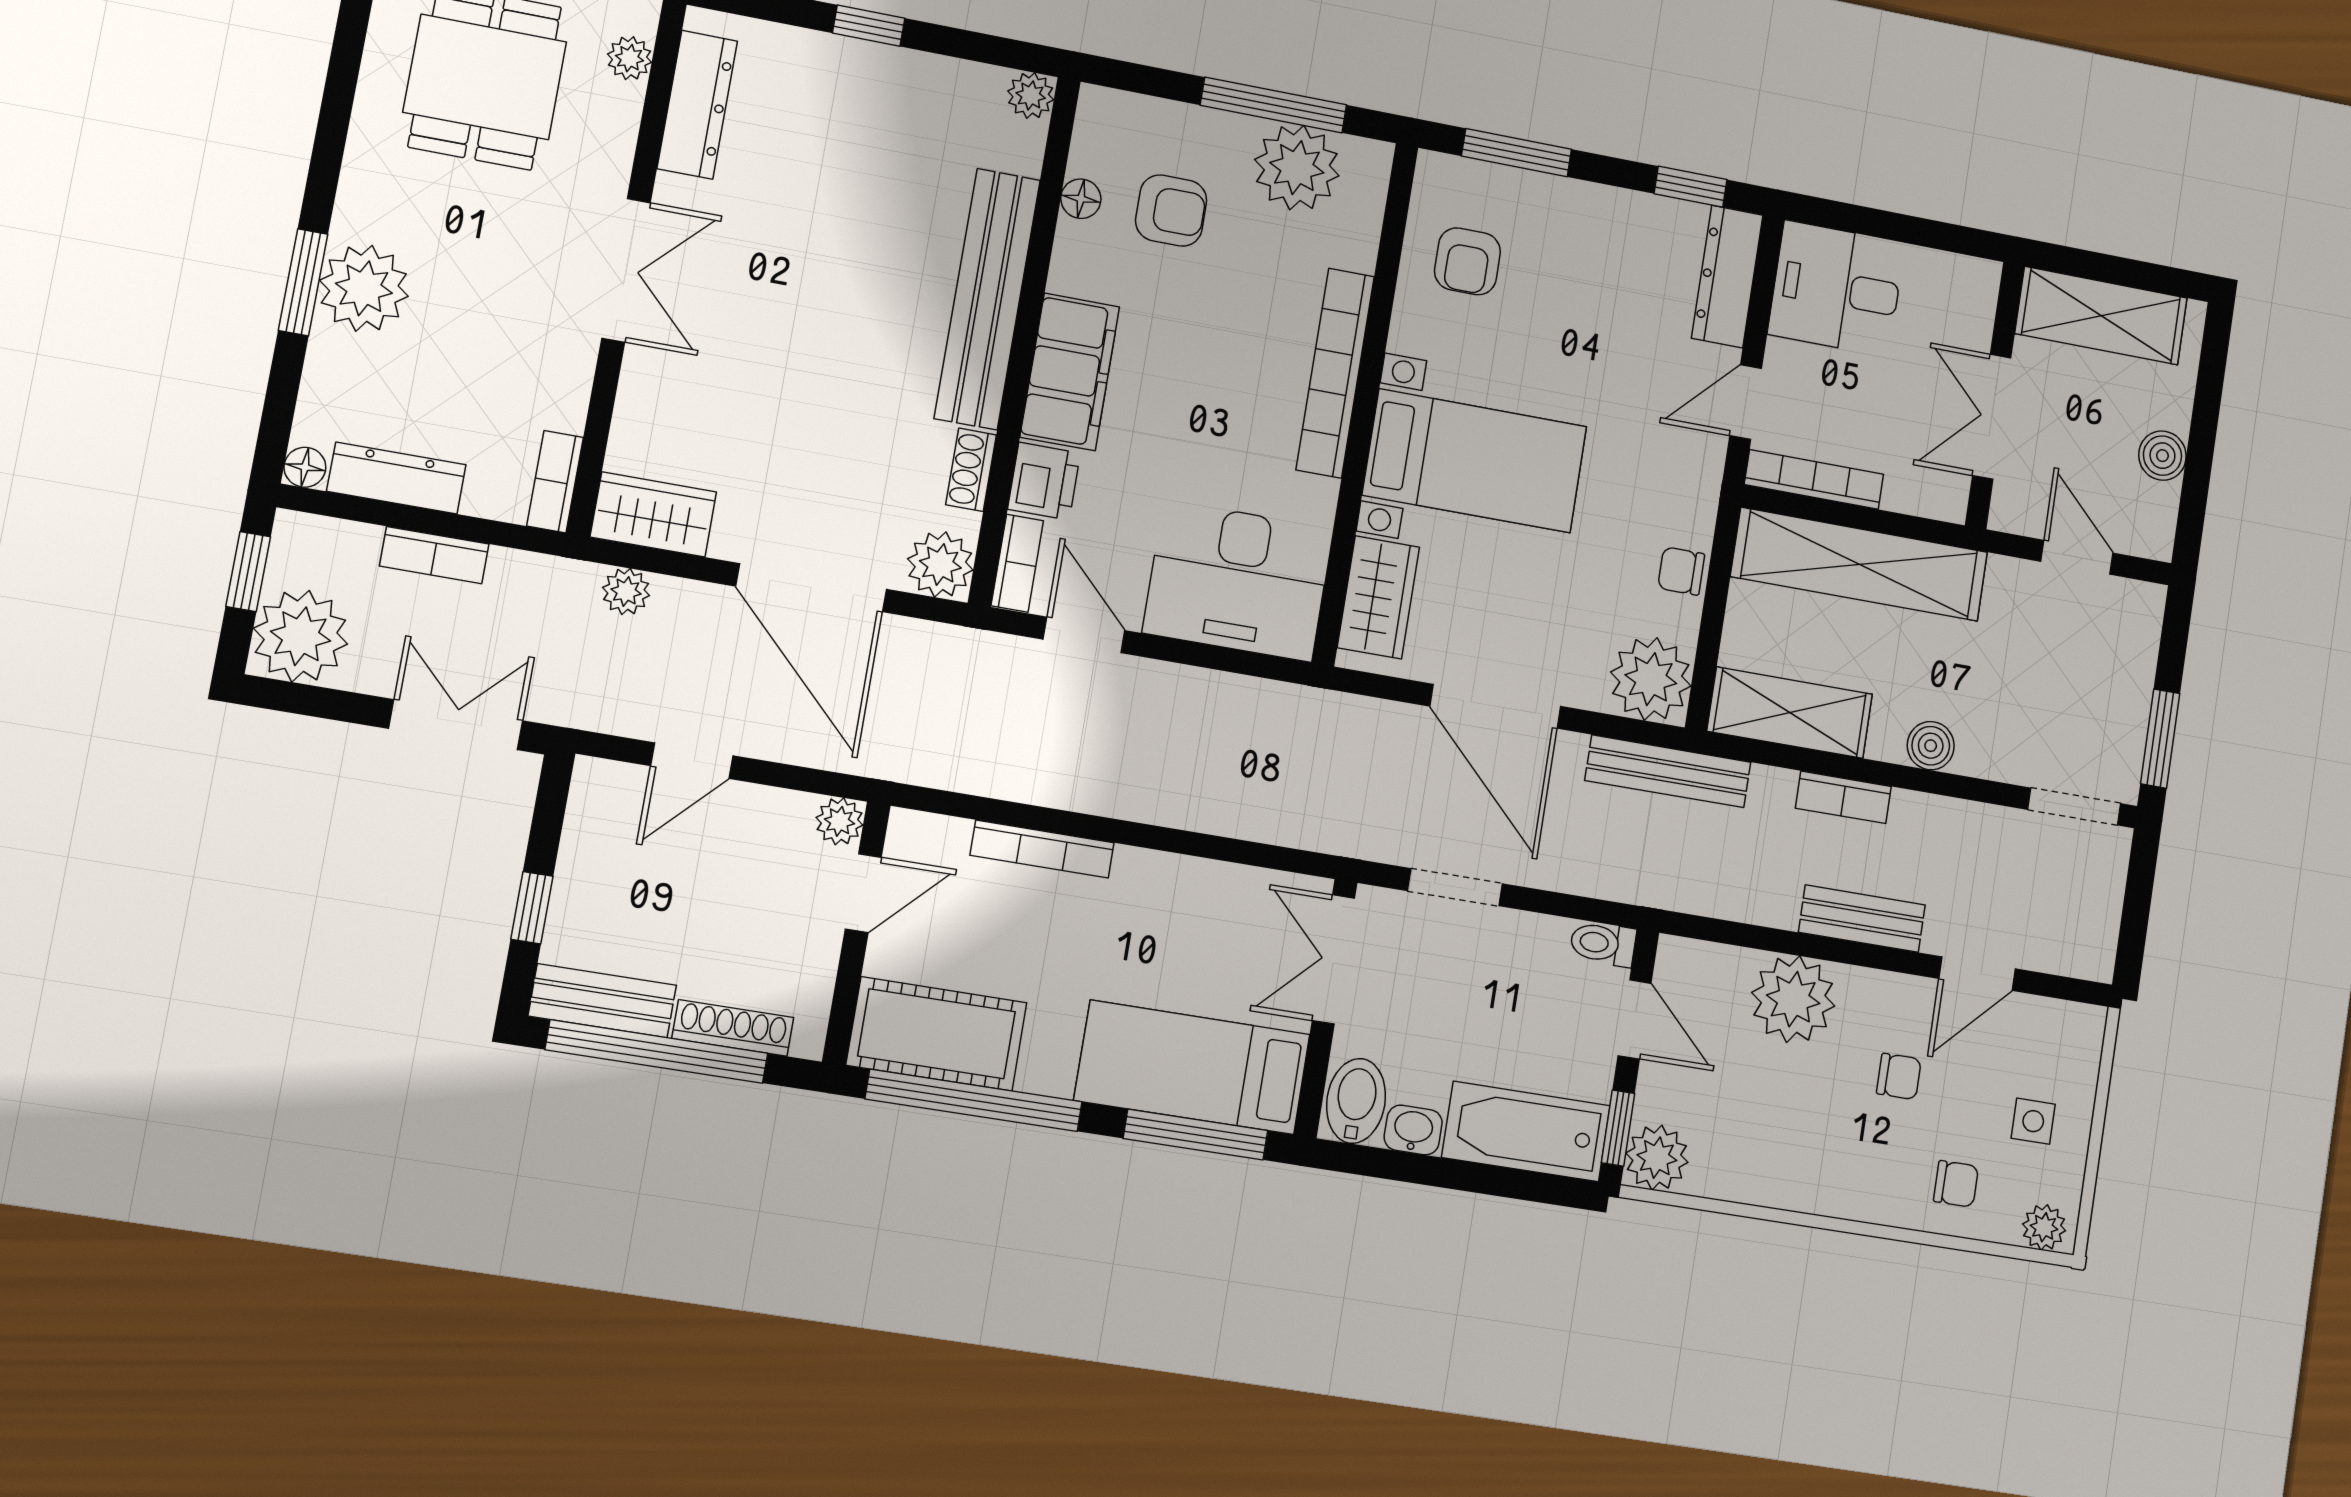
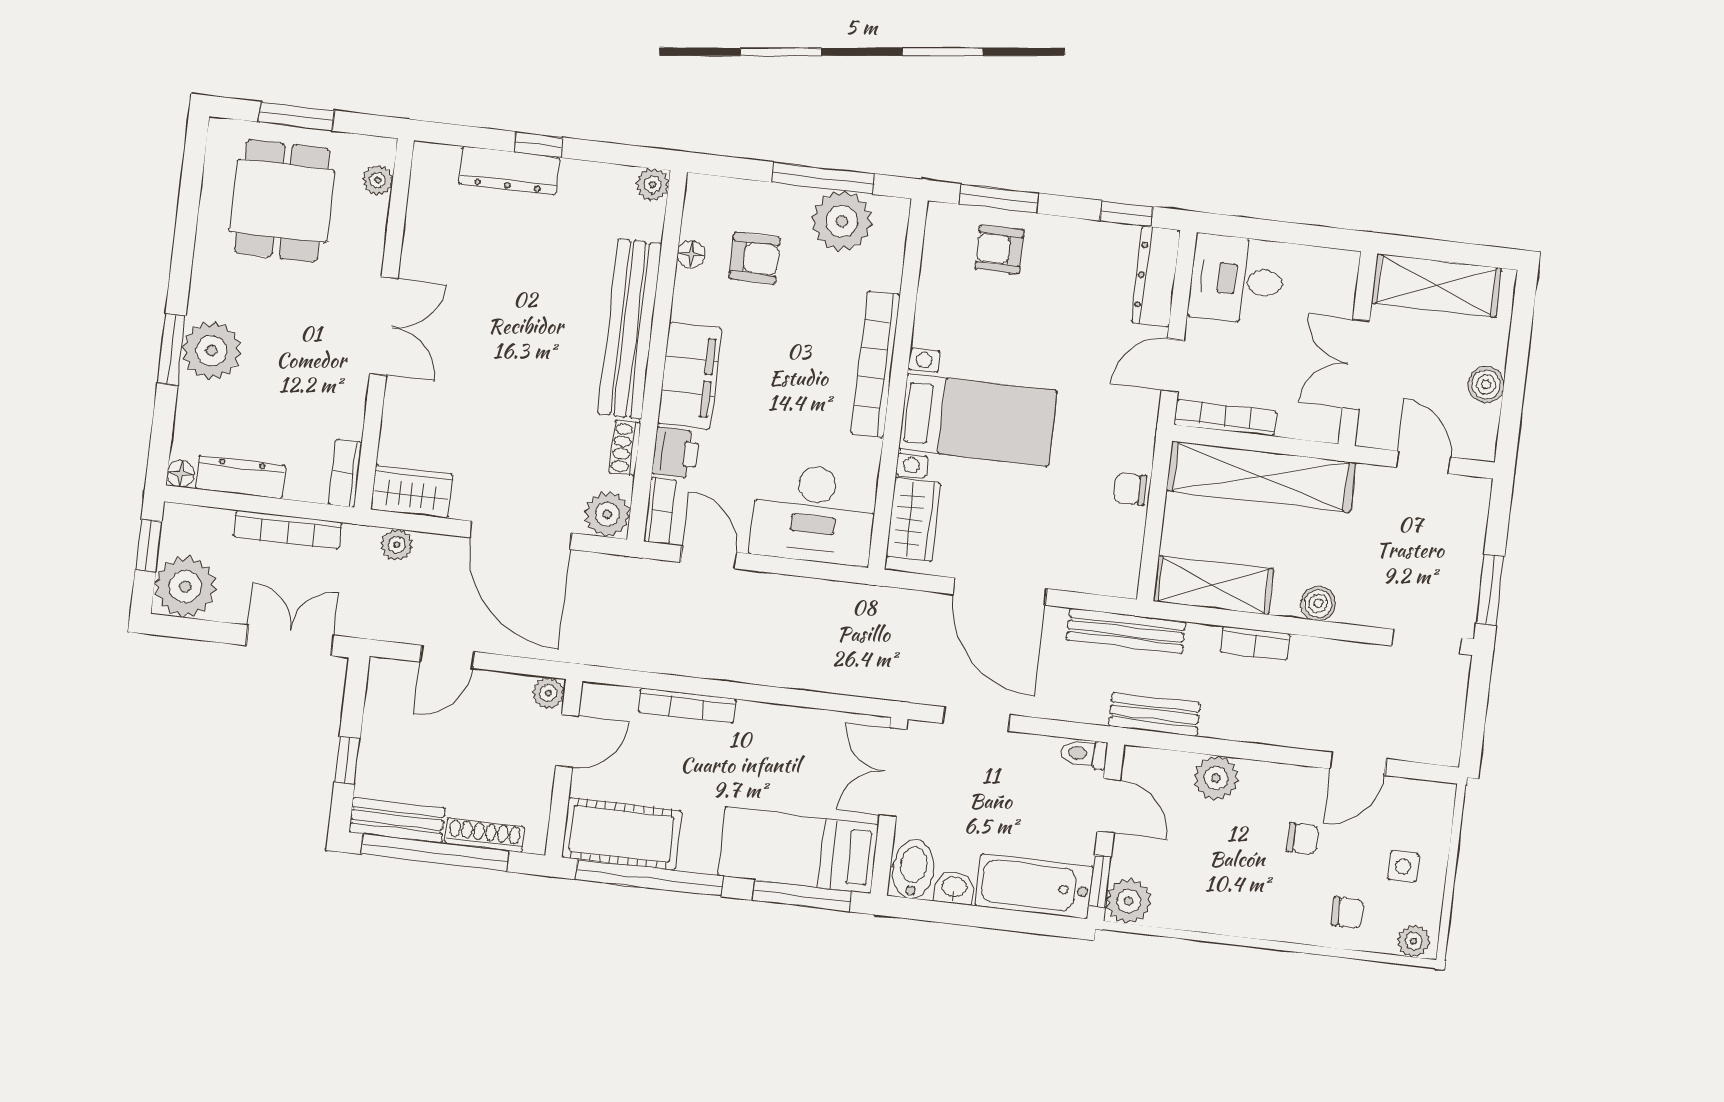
dresser: (697, 105) -> (509, 171), moved, turned 90
armchair: (1467, 261) -> (1000, 249), moved, turned 90
bookcase: (434, 555) -> (288, 530), width x1.56
plant: (1651, 679) -> (1111, 567), removed
bench: (1862, 919) -> (1154, 715), moved
plant: (1793, 999) -> (1216, 778), width x0.73, depth x0.73

